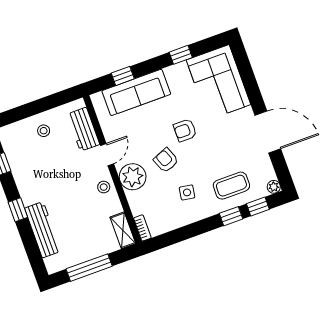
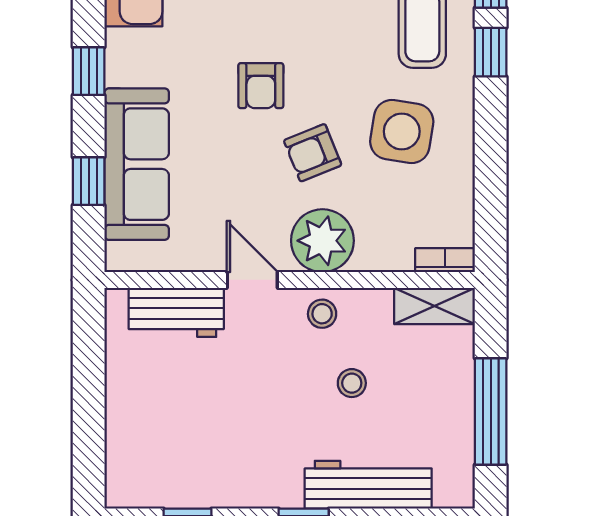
window: (181, 55) -> (89, 71), moved
stool: (44, 131) -> (352, 383), moved
side table: (187, 192) -> (402, 131), width x1.87, depth x1.87

